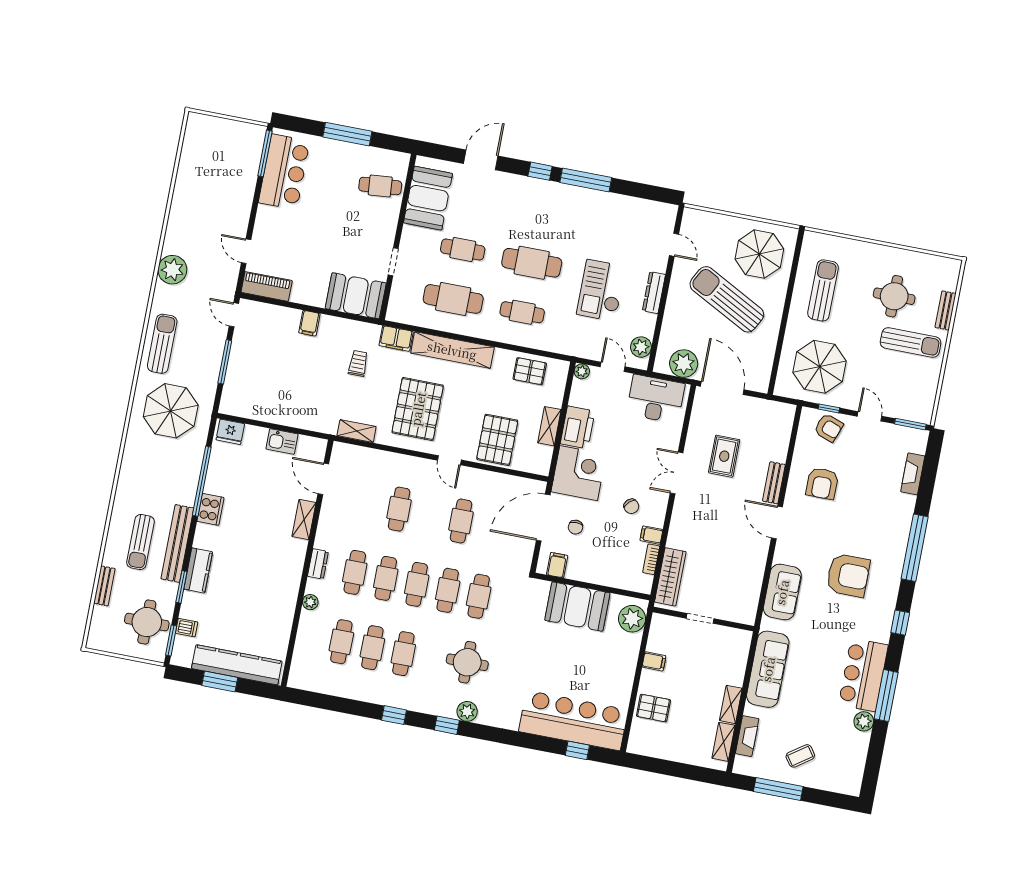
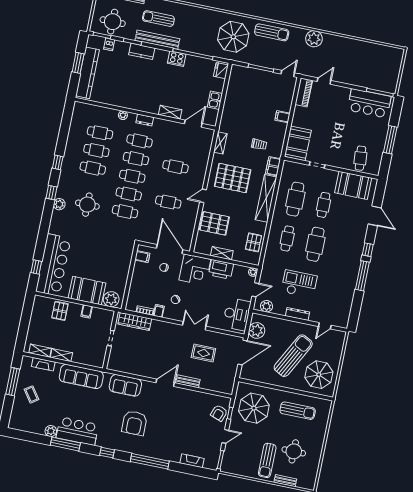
armchair: (822, 483) -> (187, 409), removed
booth: (577, 607) -> (87, 291), moved, turned 90

